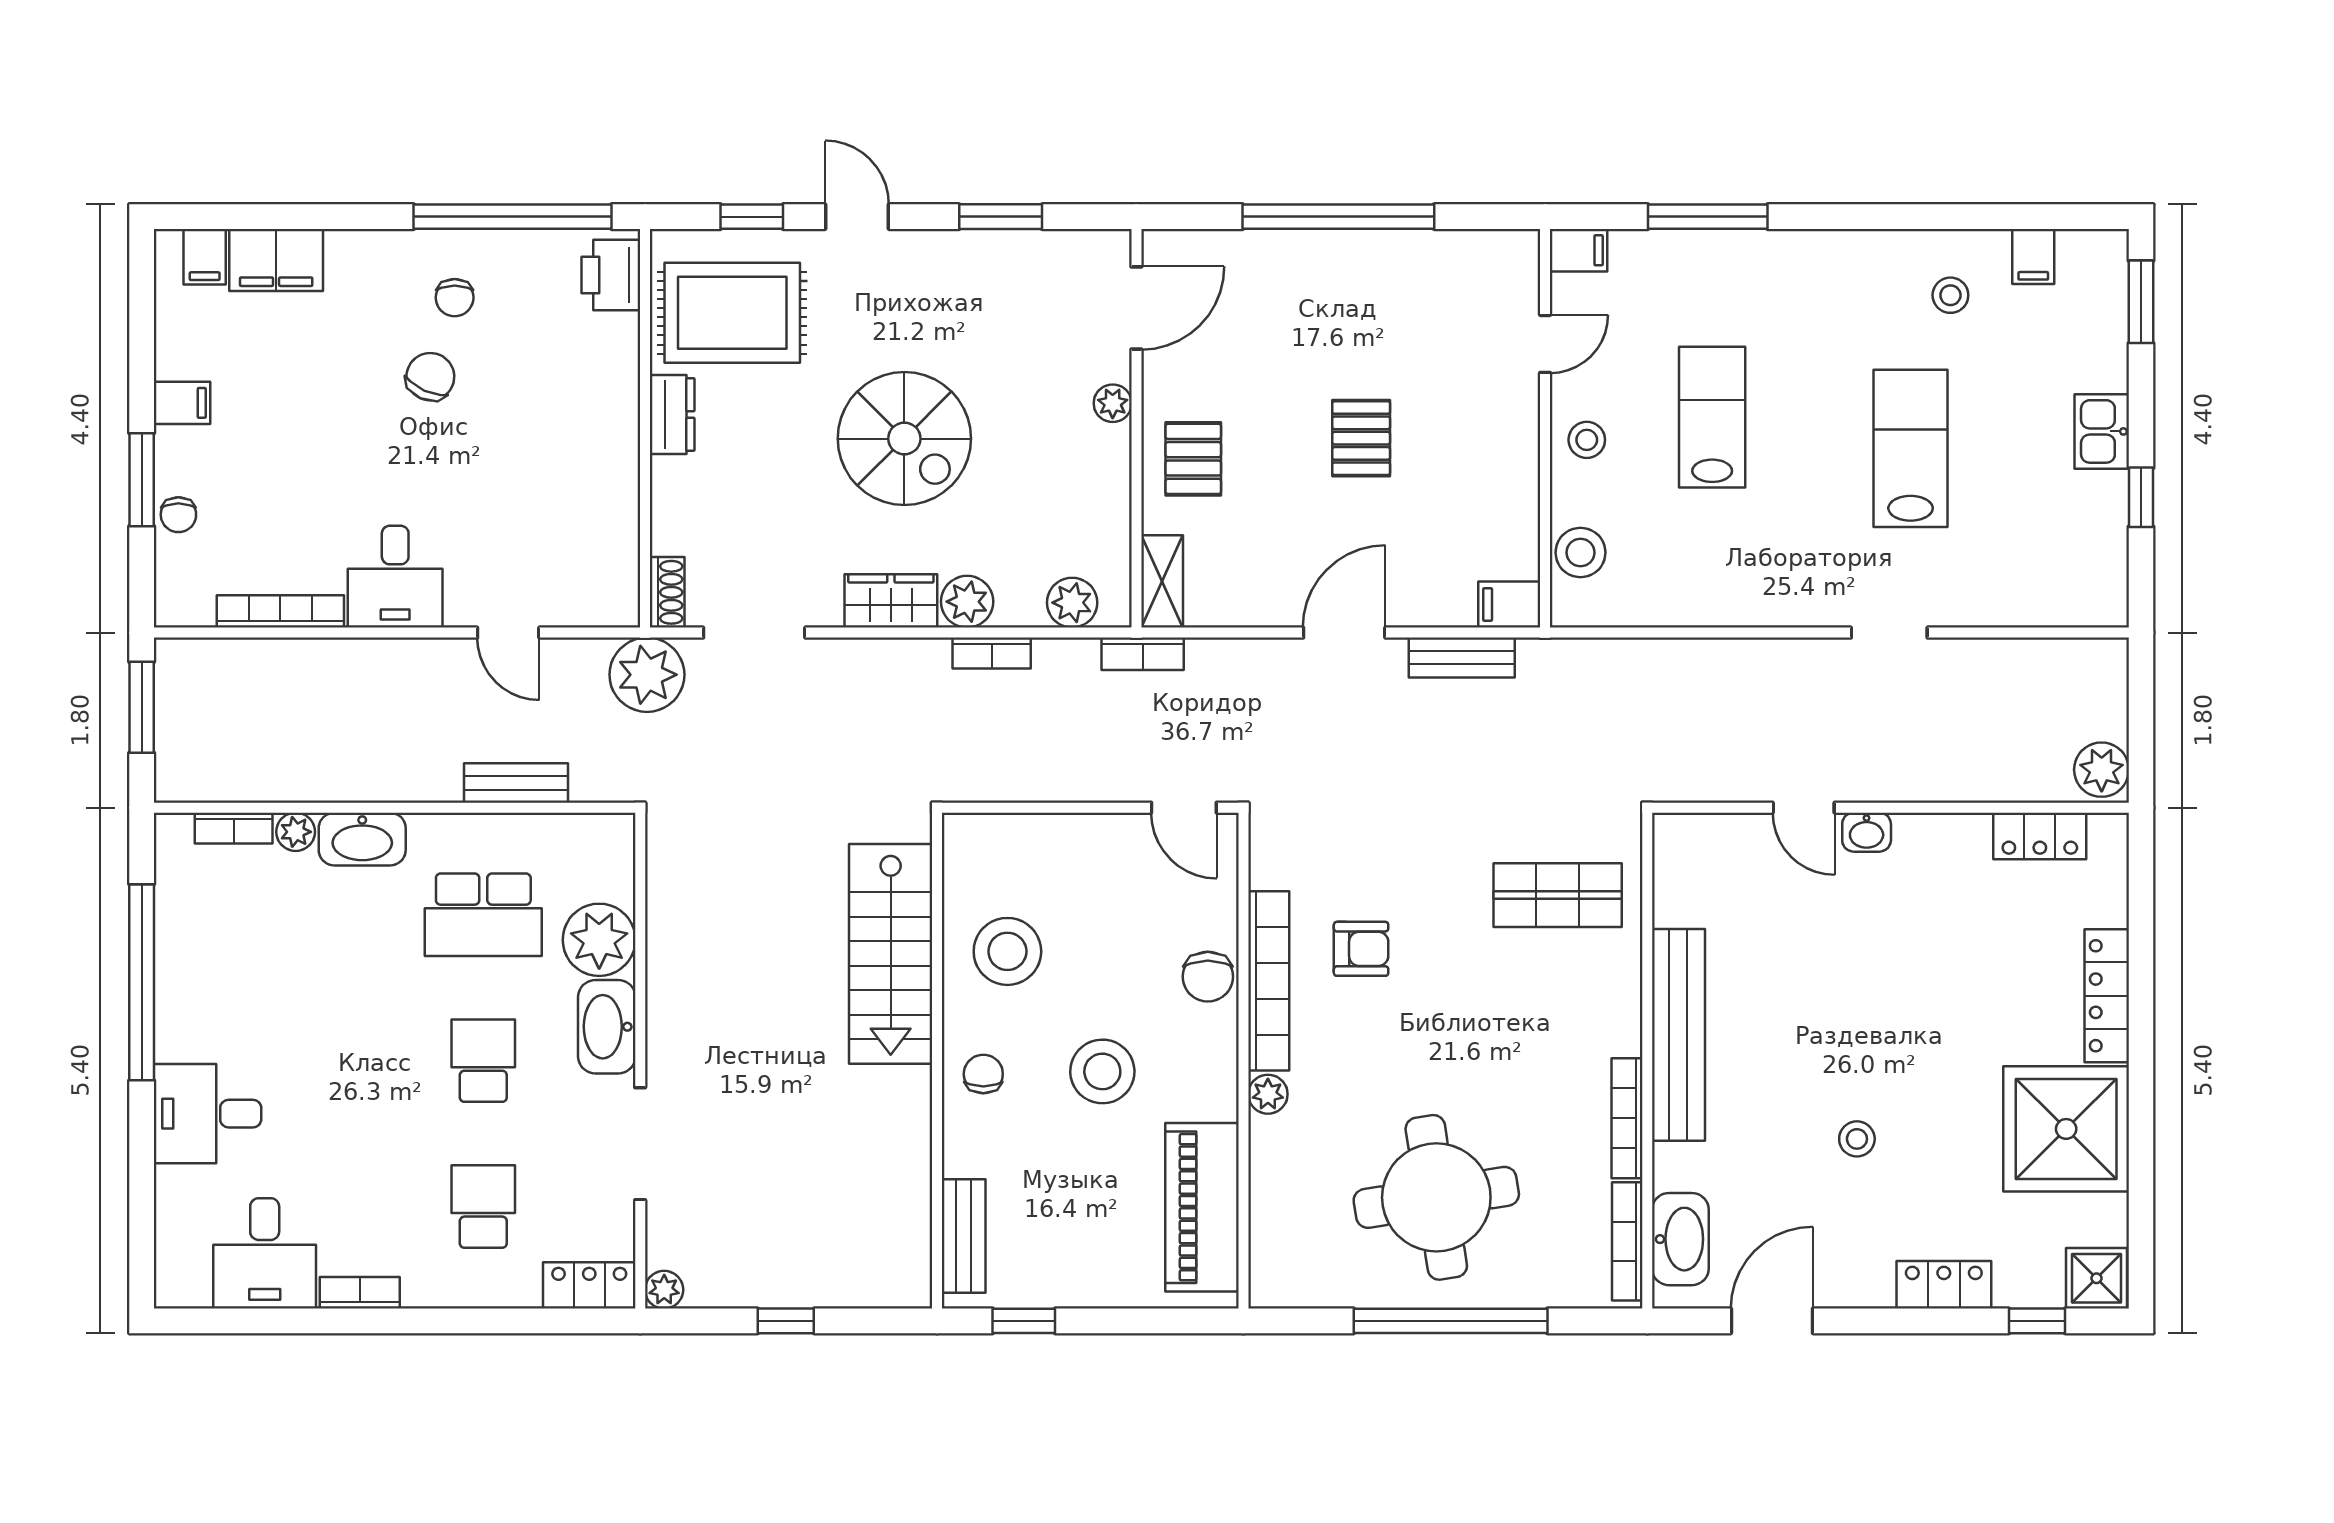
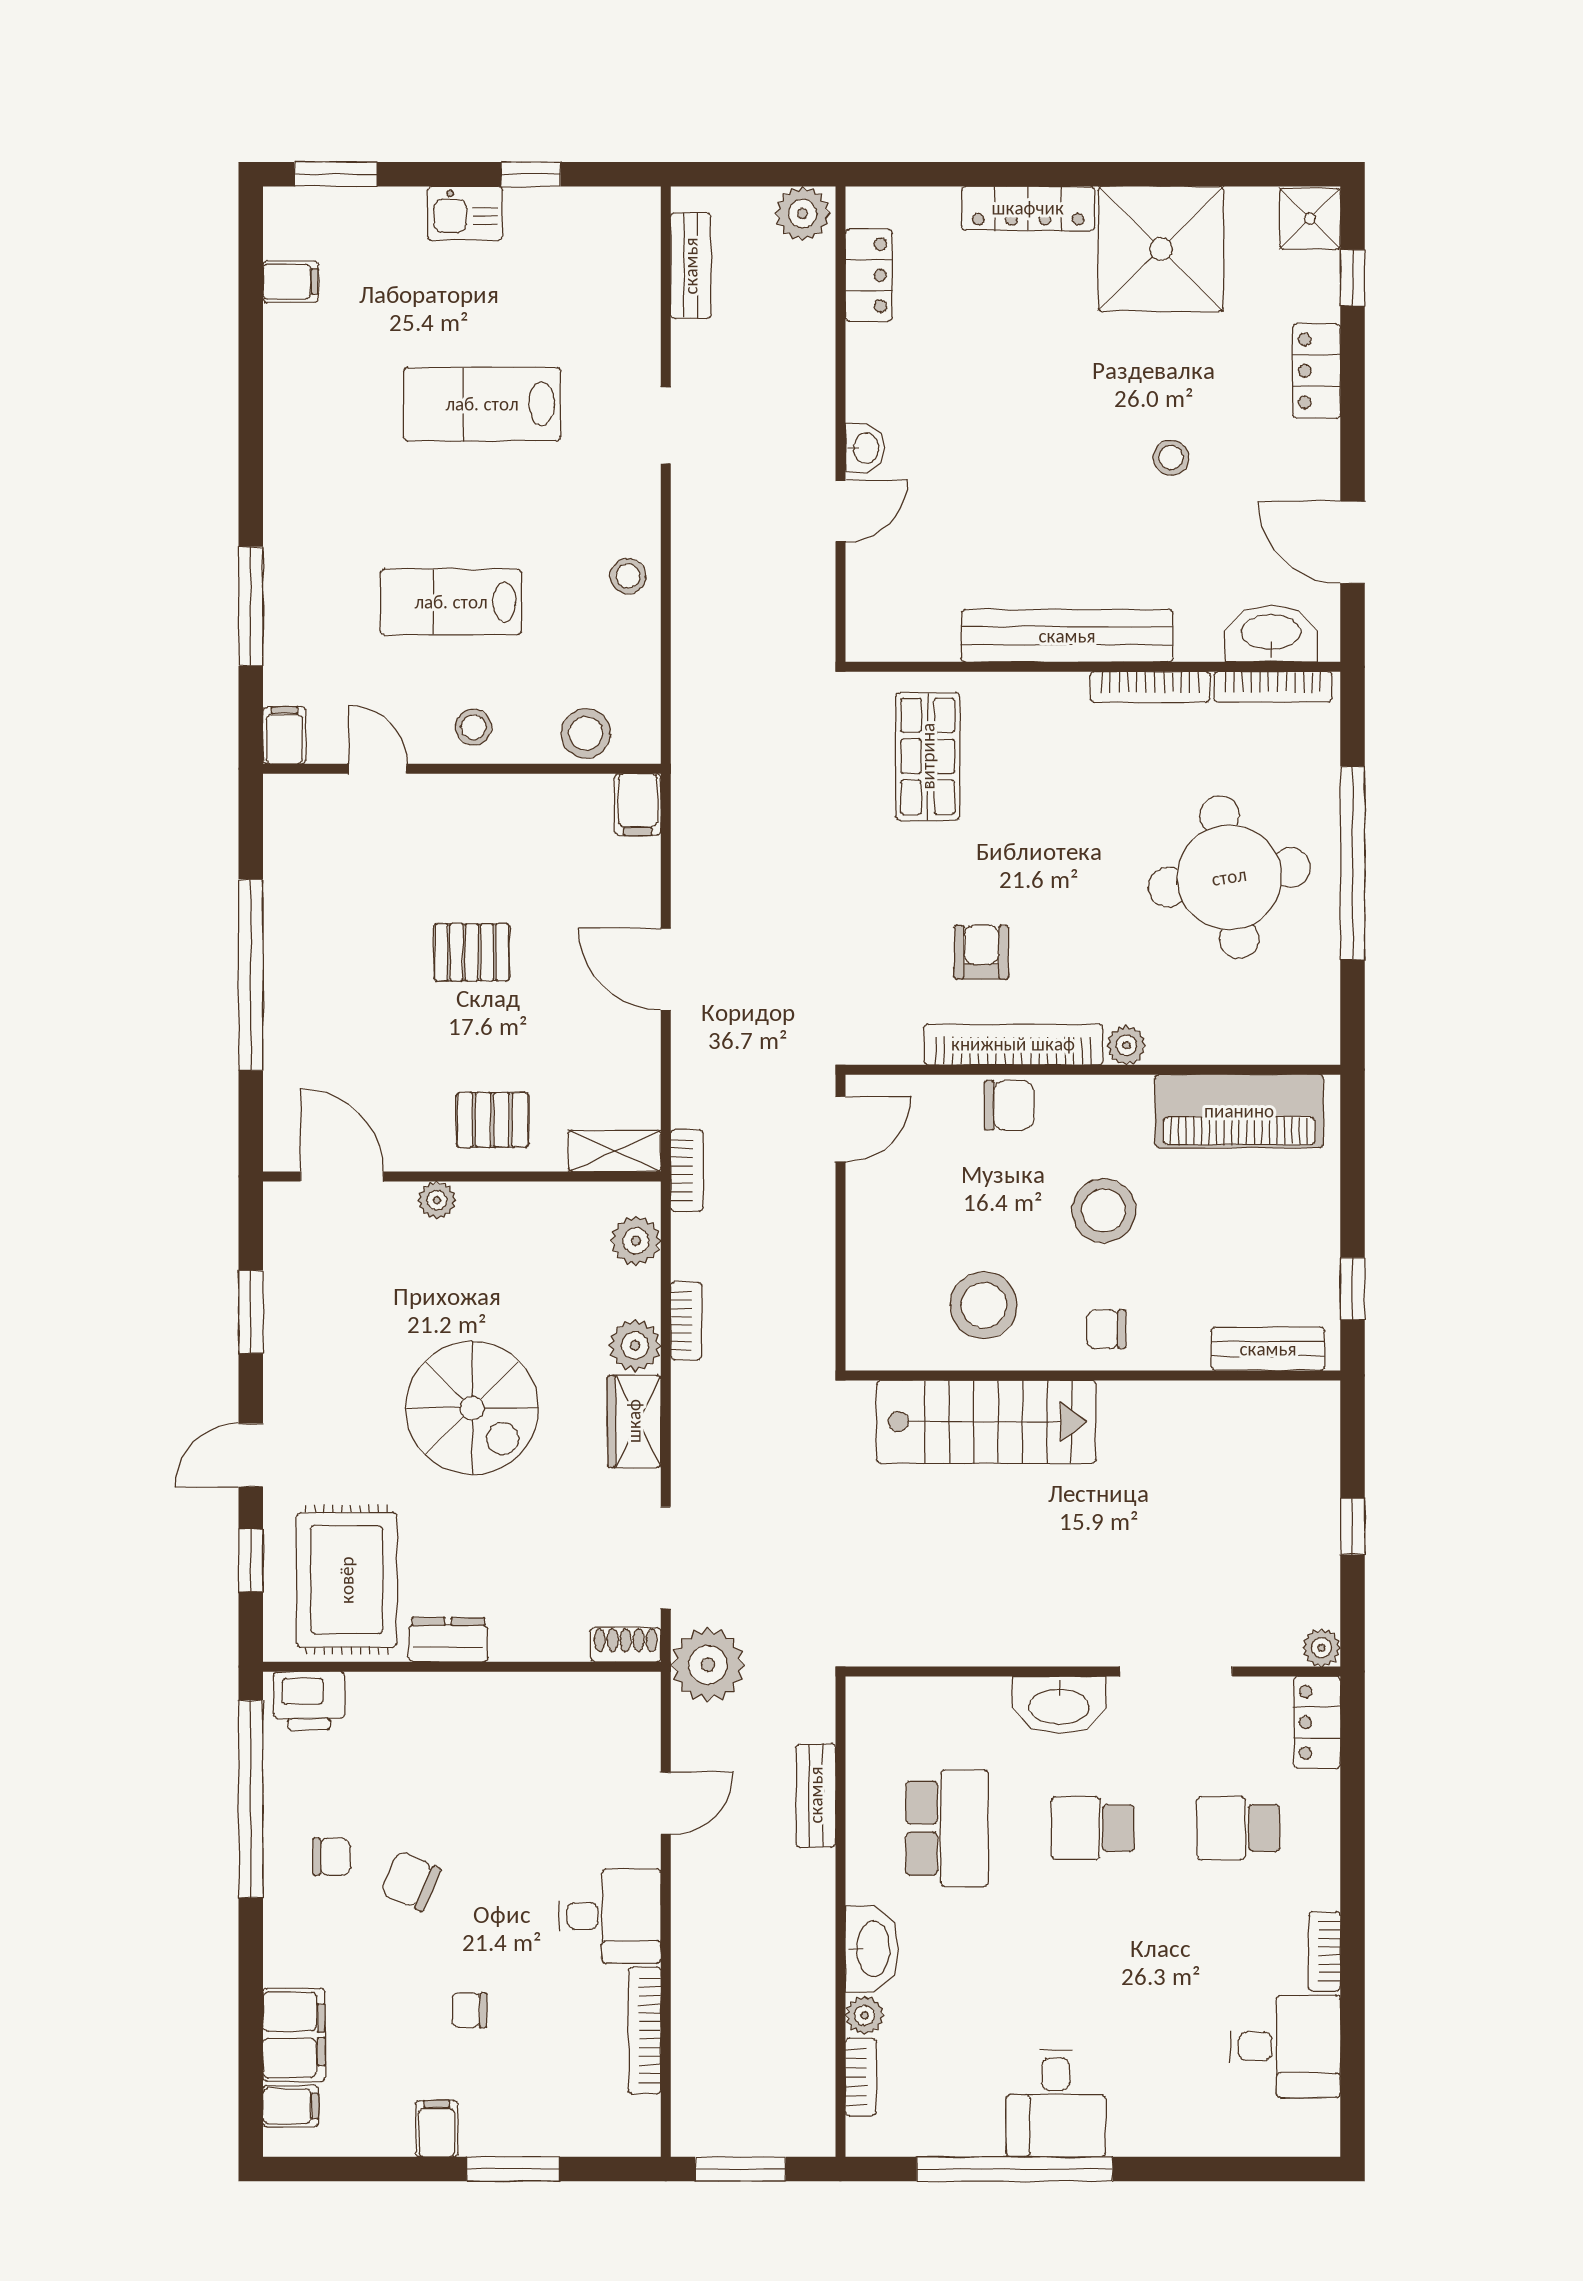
stool: (1950, 295) -> (628, 576), moved
spiral stairs: (904, 439) -> (472, 1408), turned 90
chair: (178, 515) -> (469, 2010), moved, turned 180
bench: (1462, 658) -> (691, 266), moved
plant: (599, 940) -> (972, 1713), removed
desk: (207, 1114) -> (1056, 2103), moved

